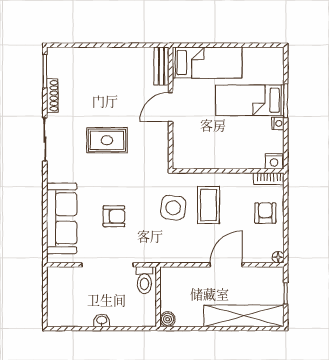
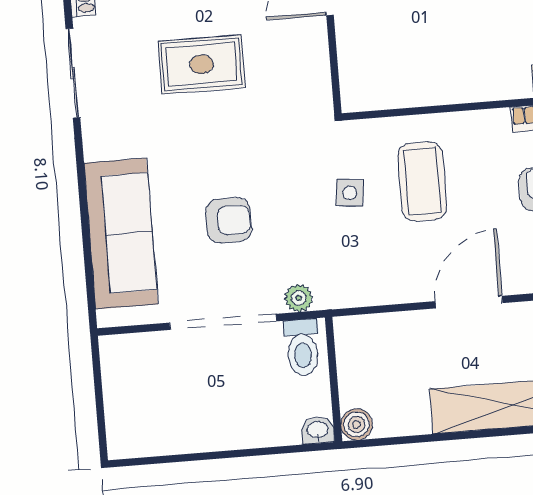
side table: (173, 208) -> (350, 193), width x0.54, depth x0.54
plant: (145, 256) -> (299, 298), added
washbasin: (102, 320) -> (318, 430), moved

